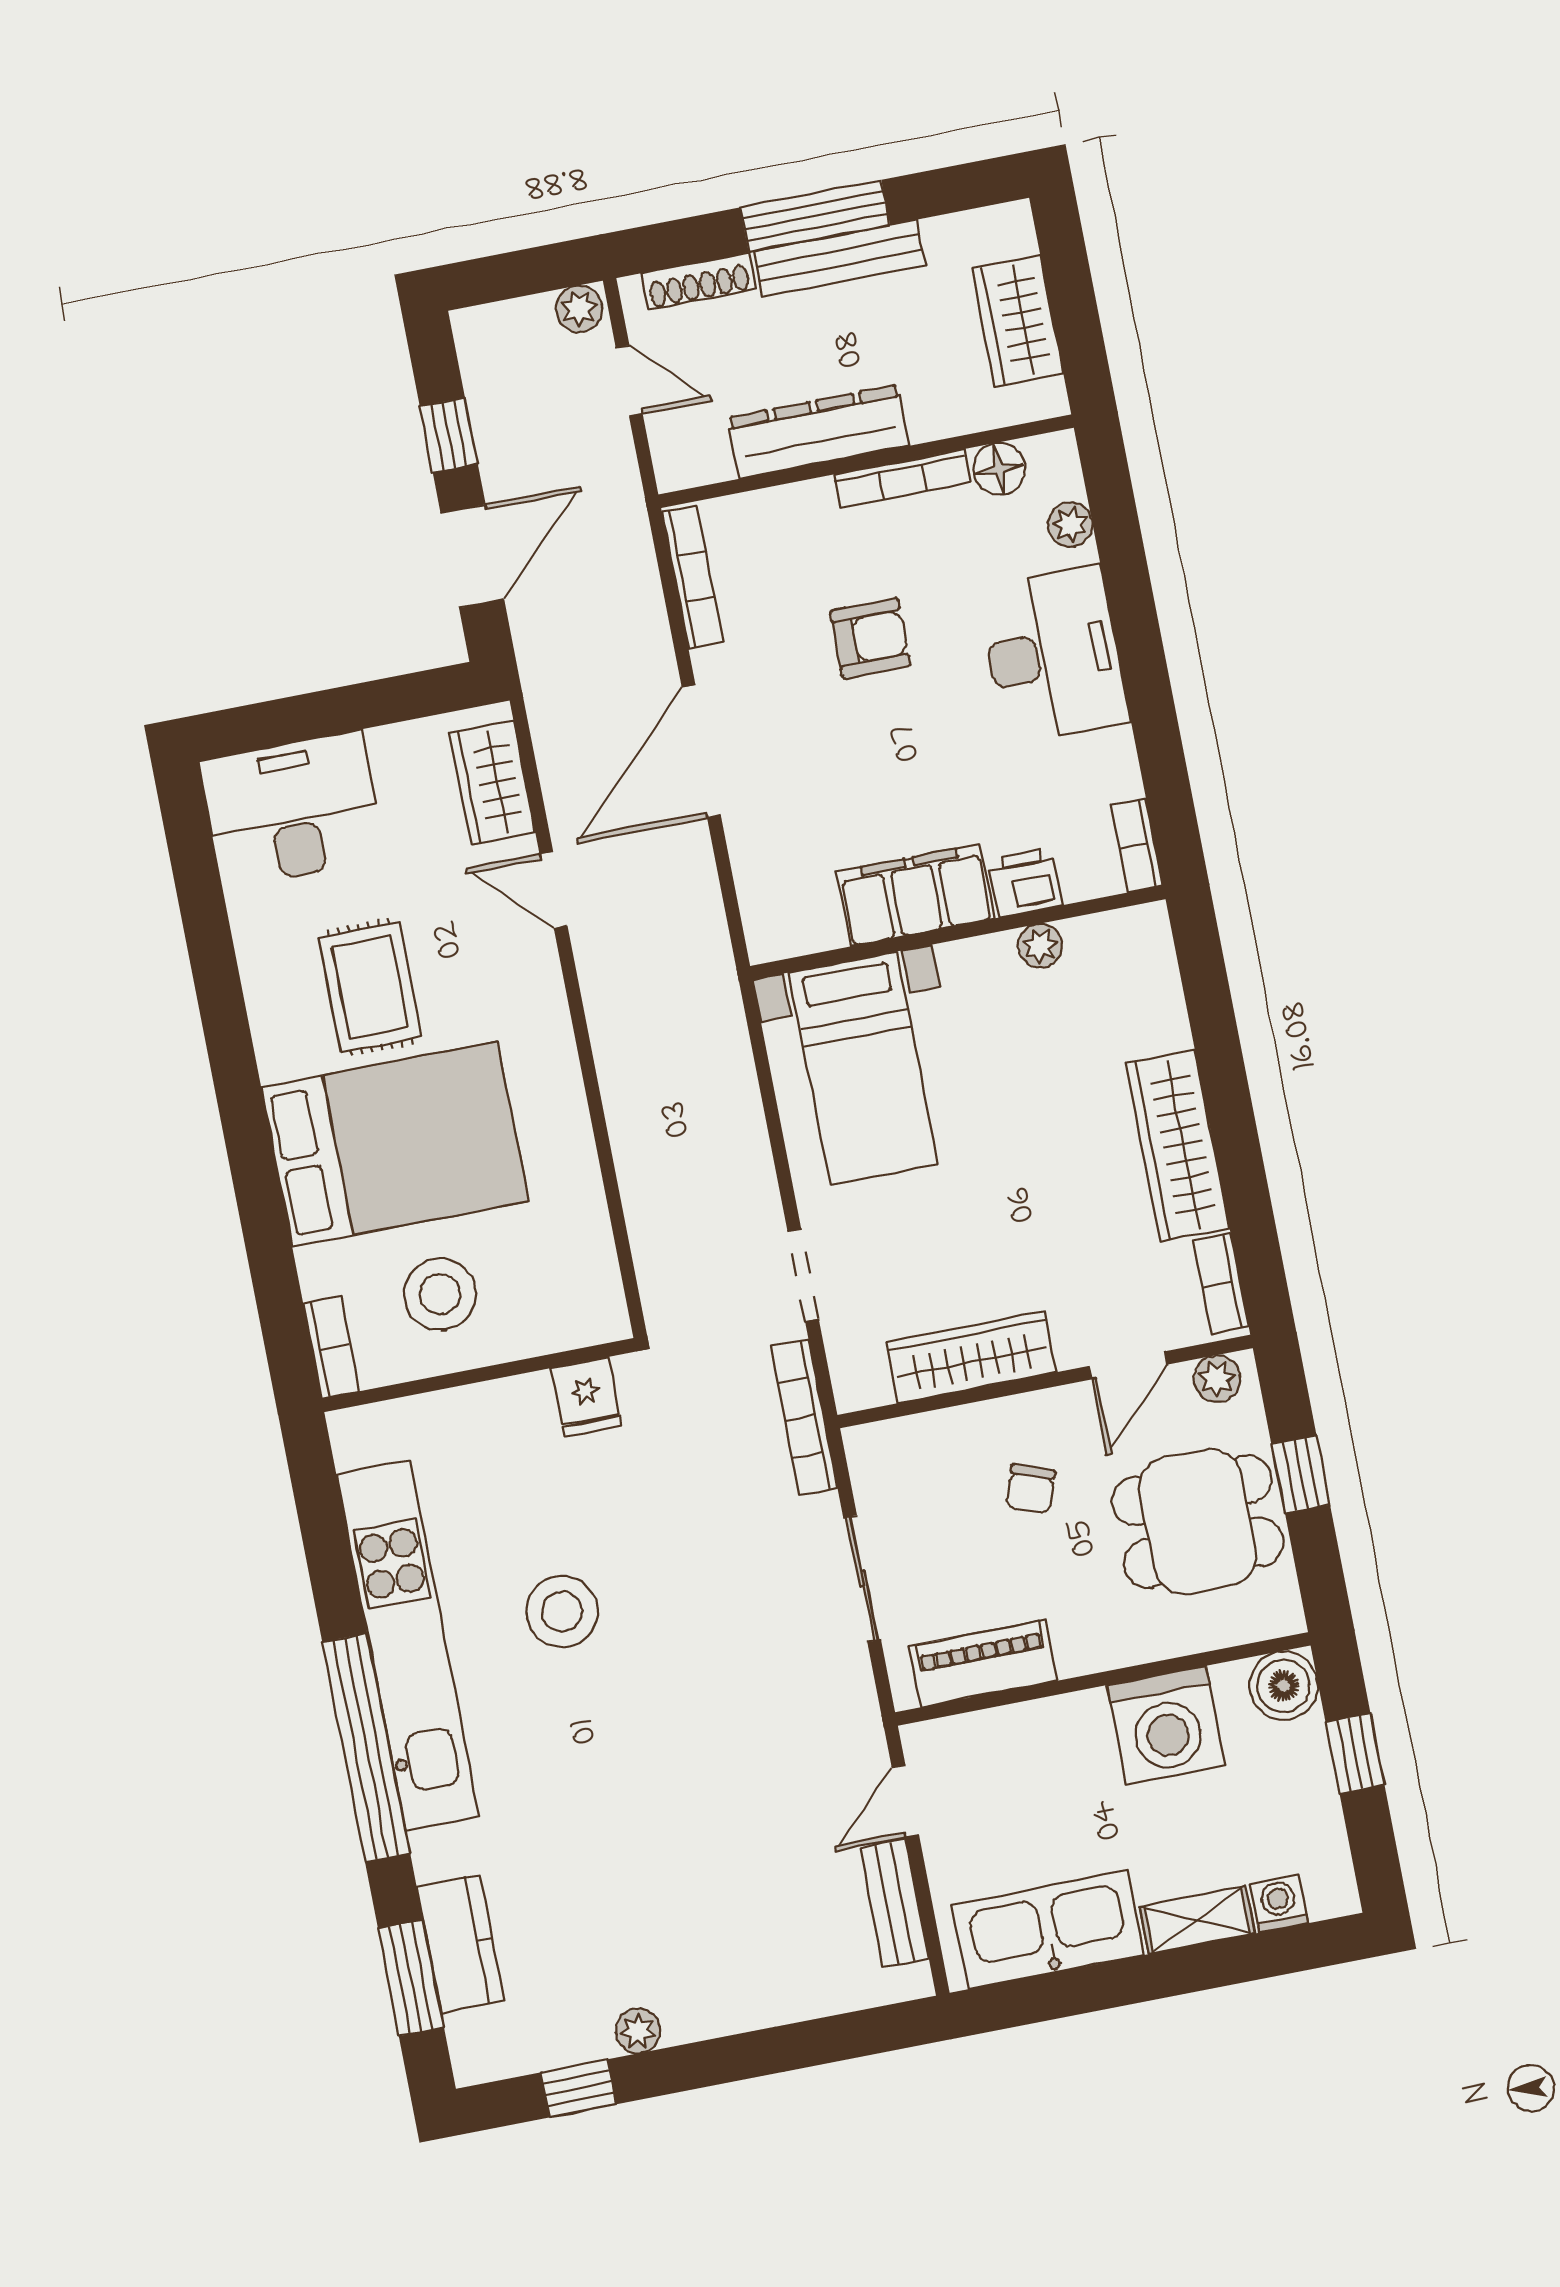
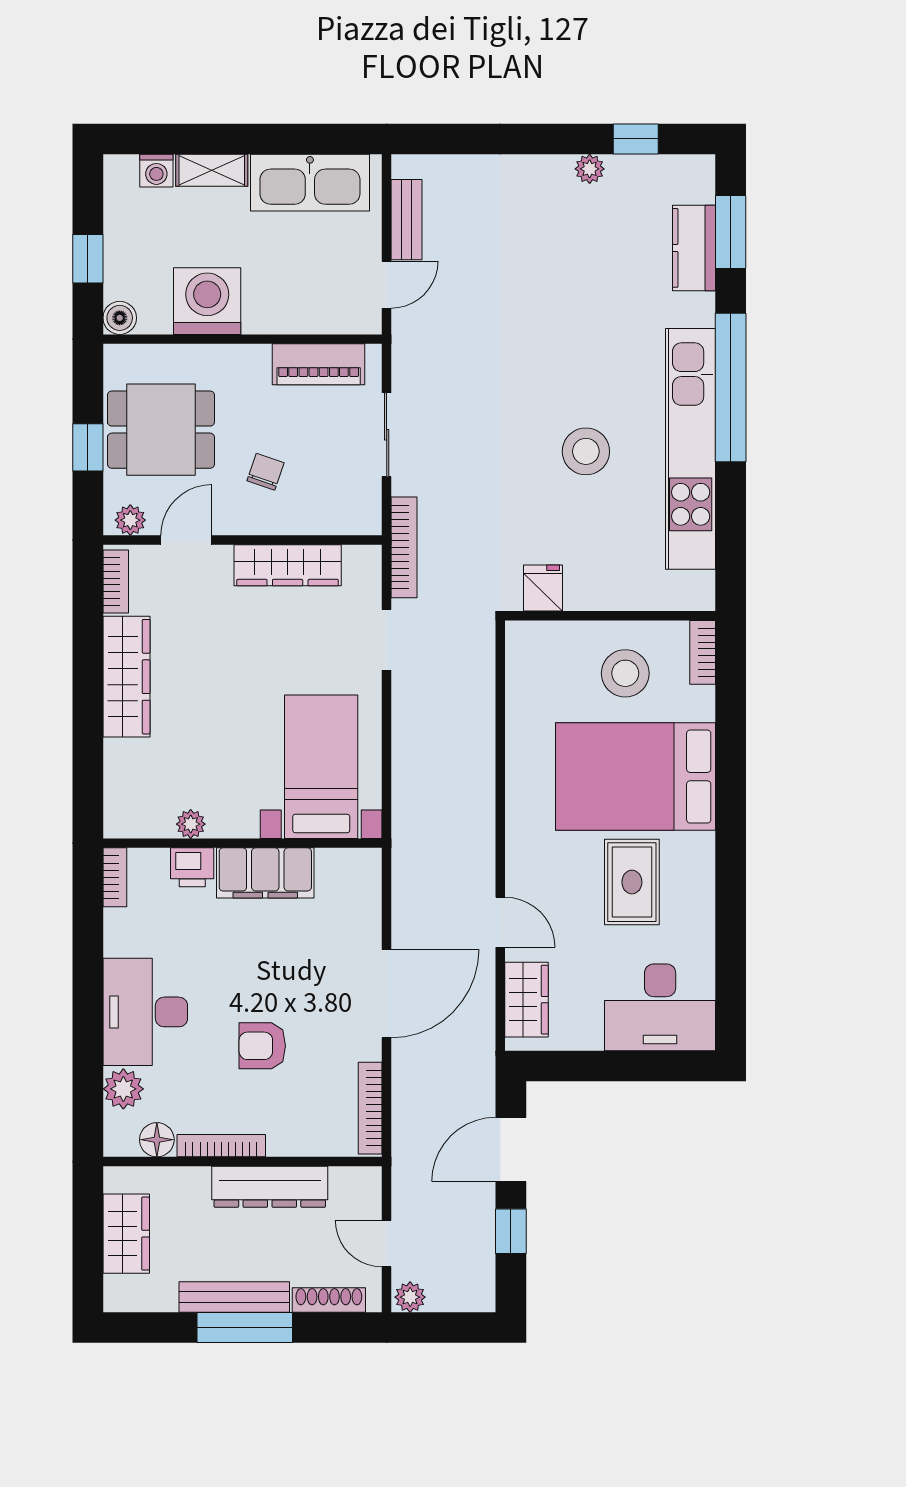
plant: (1070, 525) -> (123, 1089), width x1.38, depth x1.38
boiler: (1284, 1686) -> (120, 318), width x0.73, depth x0.73

